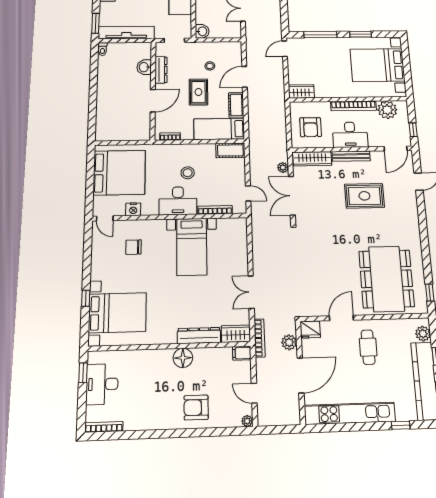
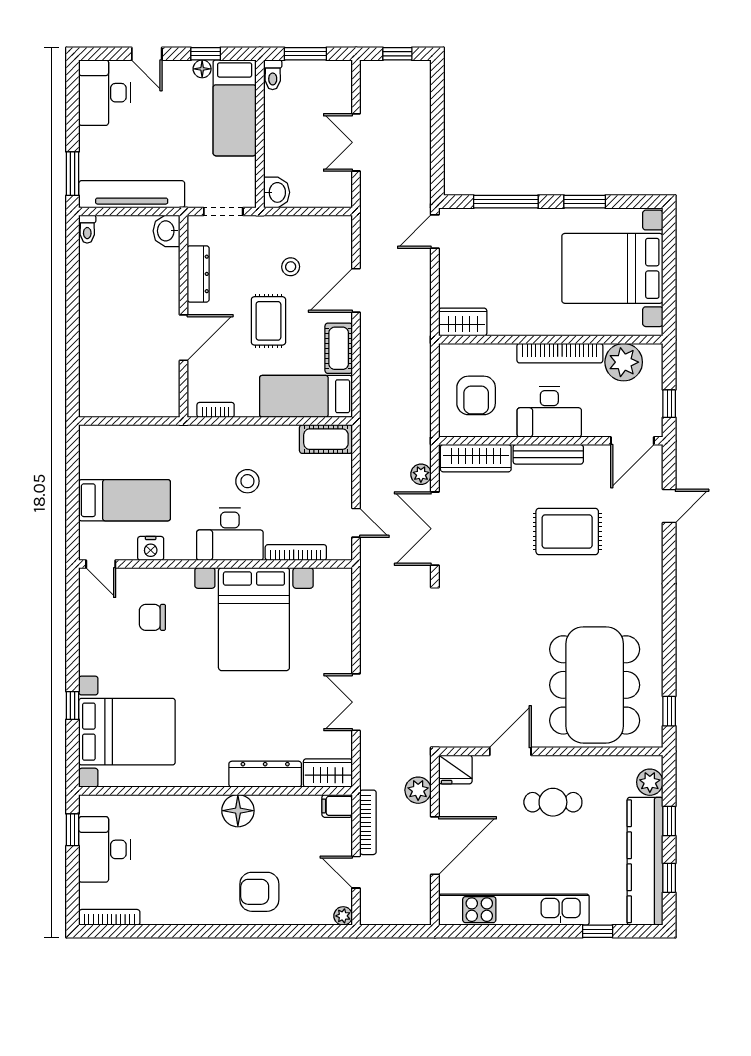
washbasin: (144, 67) -> (166, 231), moved
bed: (119, 173) -> (125, 500), width x0.49
bed with nightstands: (192, 247) -> (254, 619), width x1.36
bookcase: (260, 338) -> (368, 822), moved
cafe table: (368, 347) -> (553, 802), turned 90

